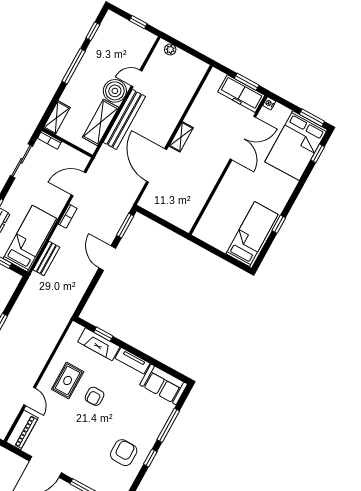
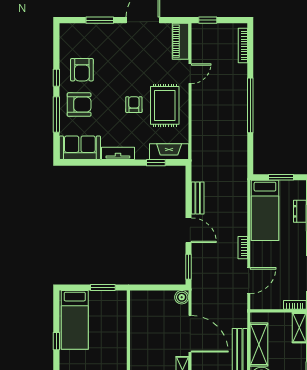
boiler: (146, 202) -> (182, 297), added
window: (211, 249) -> (103, 287), added
bench: (46, 258) -> (198, 198), moved
fireplace: (99, 344) -> (169, 152), moved
rug: (68, 381) -> (165, 105), width x1.36, depth x1.43
door: (30, 396) -> (190, 74), swing flipped
armchair: (143, 423) -> (79, 105), added

